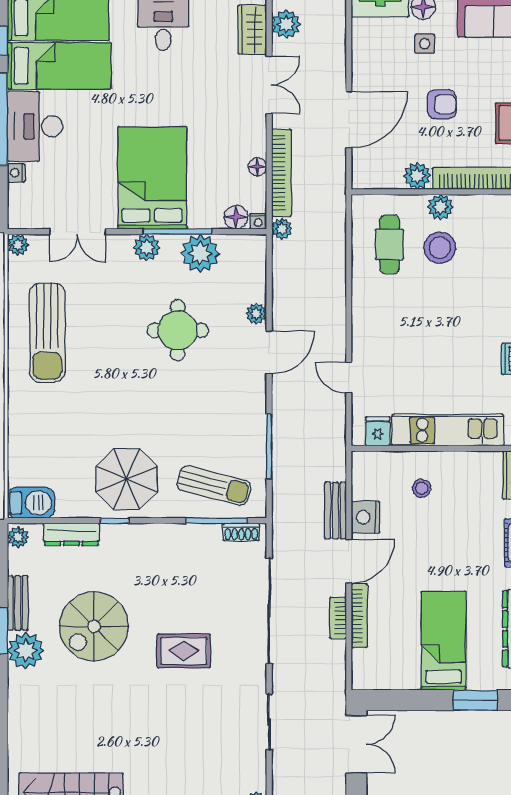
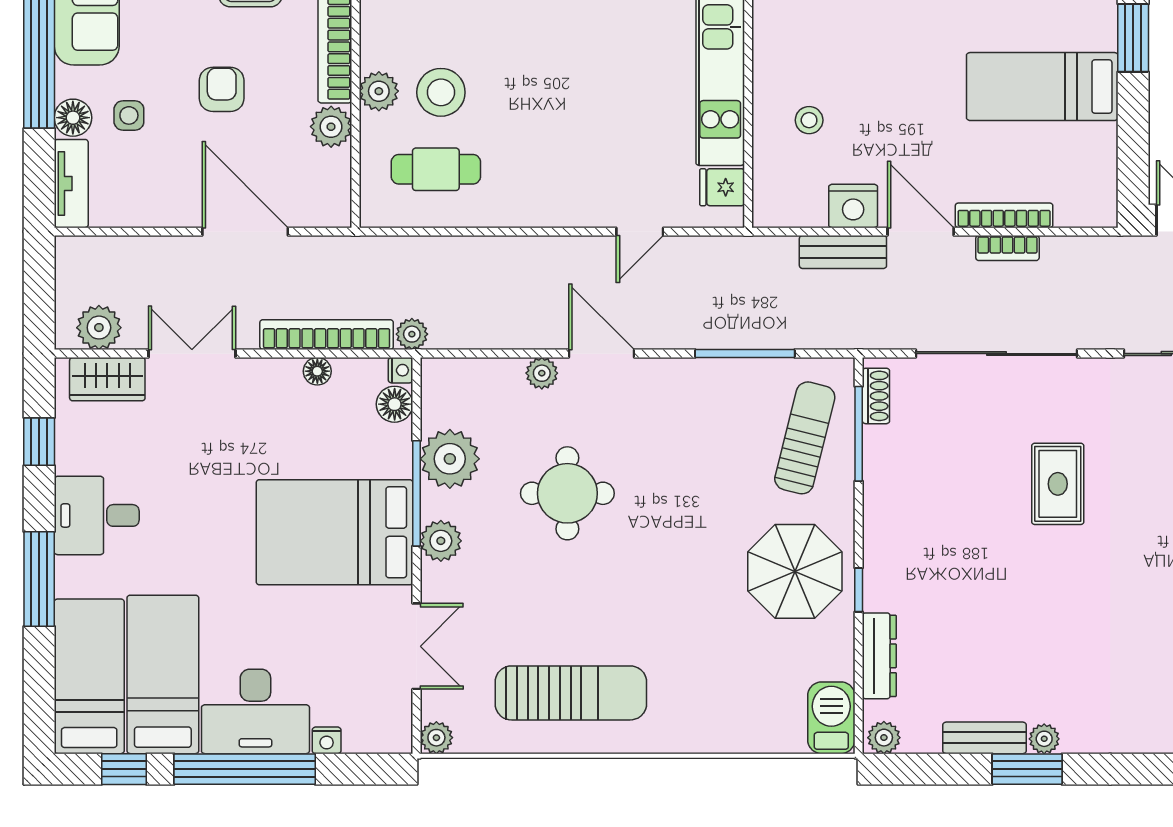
spiral stairs: (94, 626) -> (1020, 622), removed
plant: (26, 651) -> (1044, 739), width x0.53, depth x0.53

